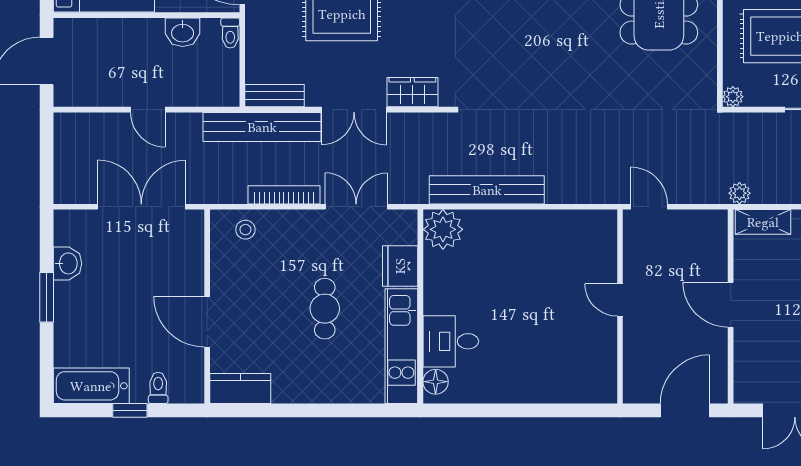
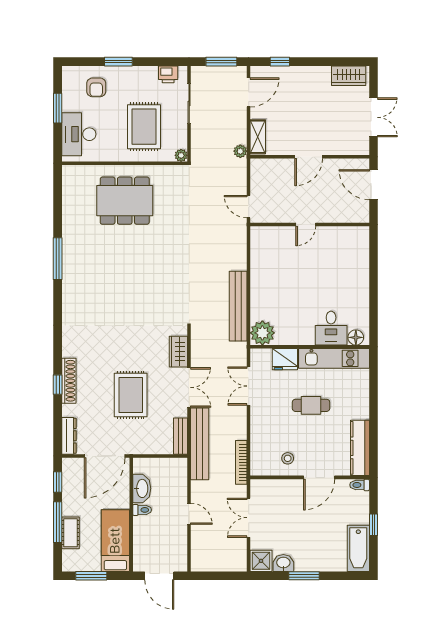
washbasin: (183, 32) -> (142, 488), width x1.38
toilet: (230, 33) -> (142, 510), moved
door: (148, 110) -> (189, 514), hinge flipped
bookcase: (284, 195) -> (241, 462), moved
double door: (141, 207) -> (249, 518), width x0.73
door: (649, 207) -> (249, 207), hinge flipped
shower: (71, 227) -> (261, 561), added
stool: (245, 230) -> (288, 458), moved
toilet: (158, 388) -> (360, 485), moved
kitchen counter: (240, 389) -> (360, 448), width x1.50

